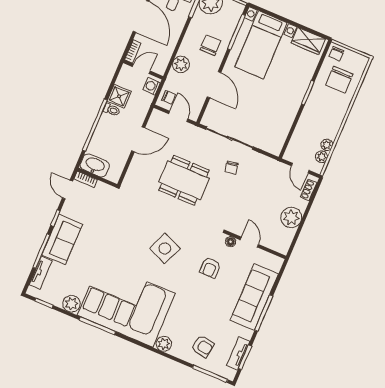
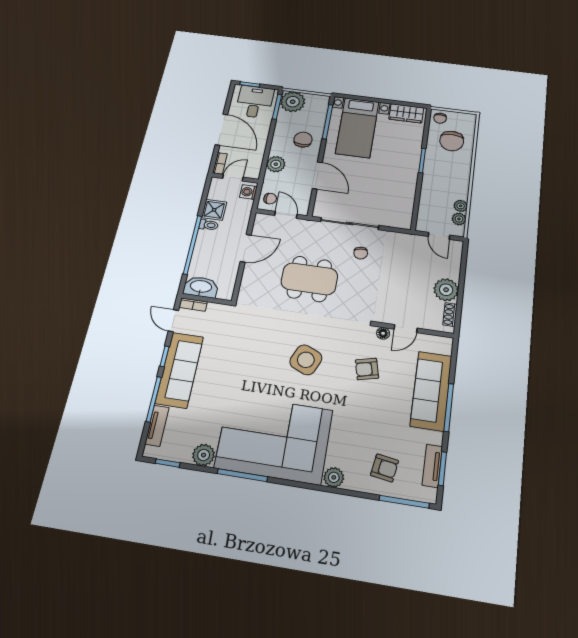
shoe rack: (309, 190) -> (450, 315), moved
sofa: (62, 240) -> (179, 370), width x1.36
door: (249, 242) -> (406, 329), swing flipped
armchair: (210, 268) -> (367, 369), turned 76

